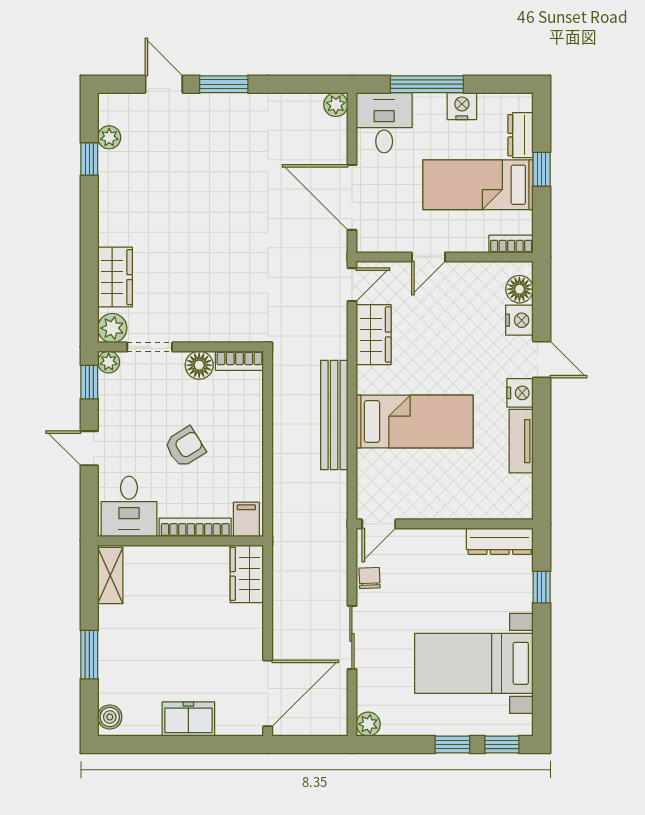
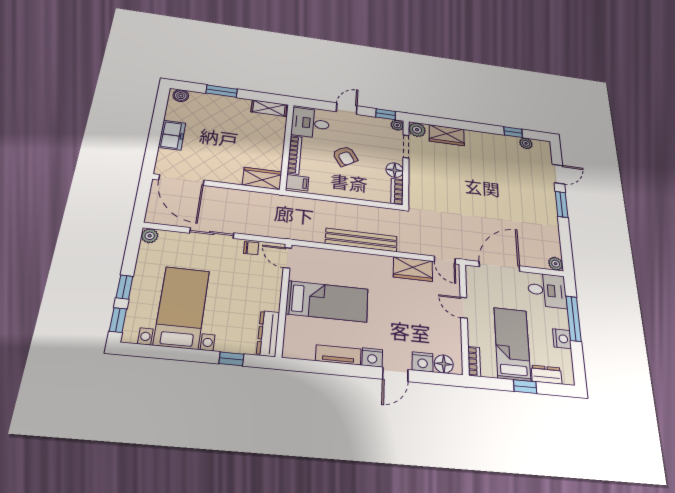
bed: (415, 421) -> (327, 301), moved, turned -90

